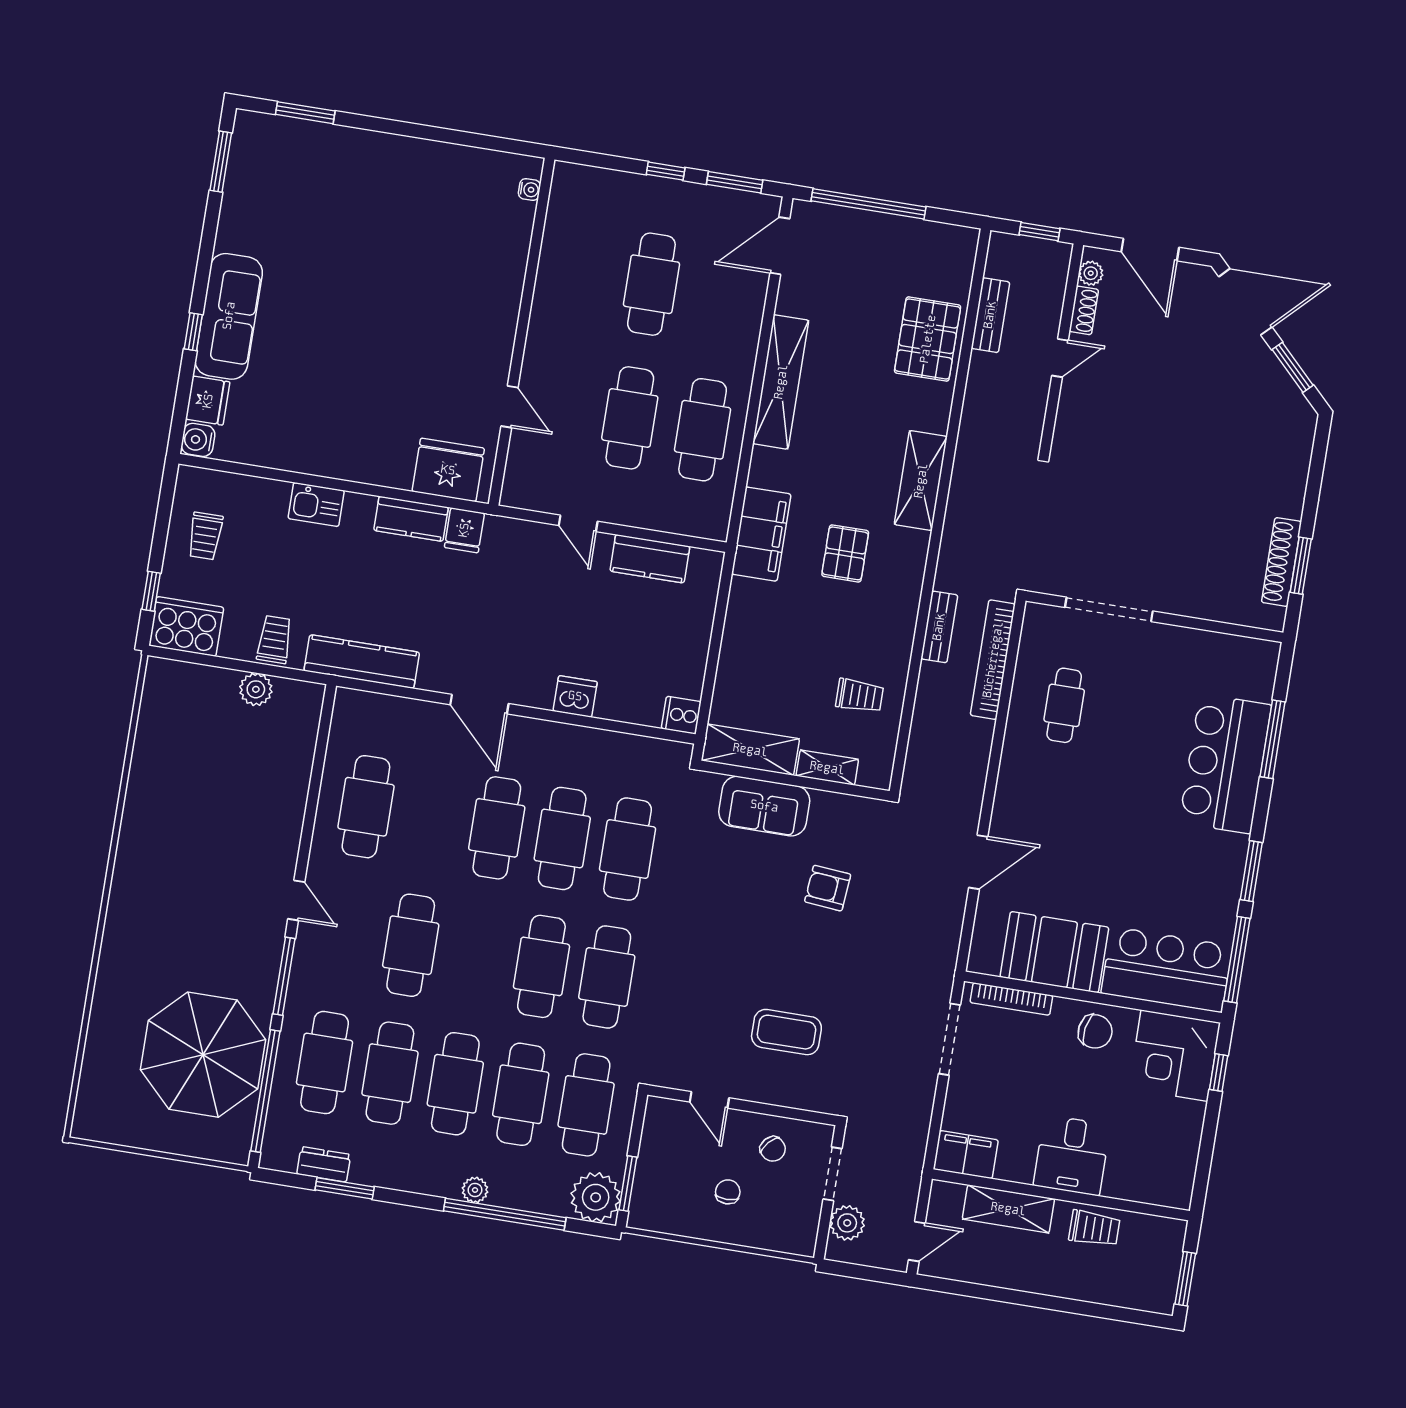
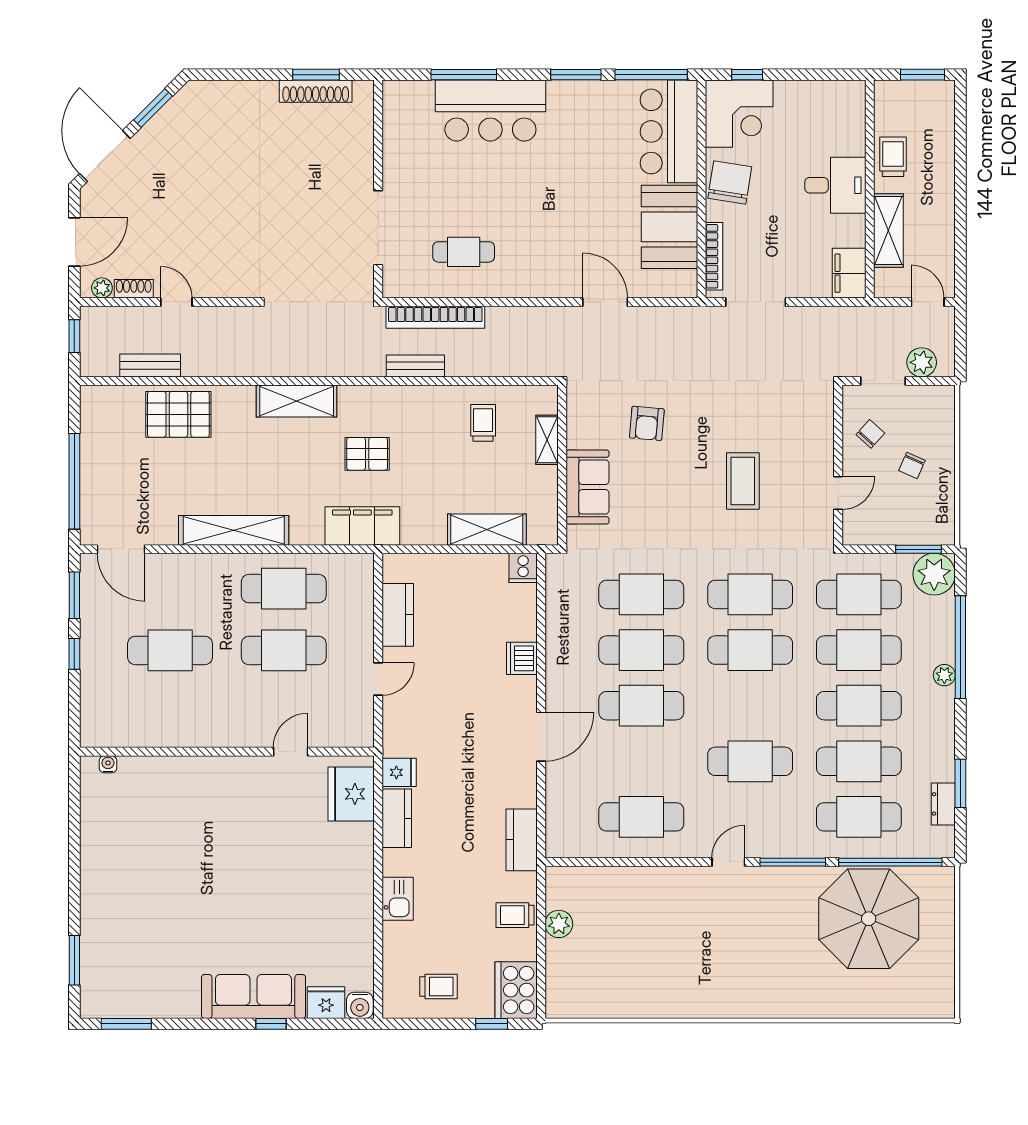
kitchen counter: (362, 662) -> (522, 840), width x0.67
shelving: (750, 750) -> (487, 530), moved, turned 90
chair: (1095, 1031) -> (730, 183), width x1.37, depth x1.37
coffee table: (786, 1032) -> (743, 481), moved
chair: (728, 1192) -> (912, 465), turned -66

